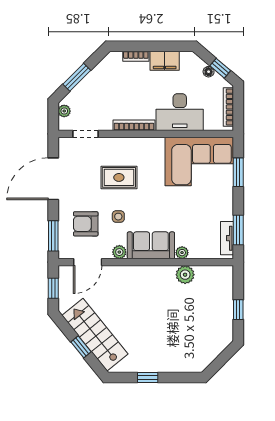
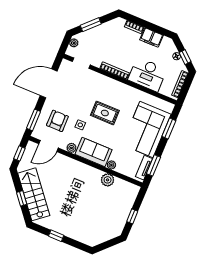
corner sofa: (199, 161) -> (146, 129), moved, turned 90
rug: (119, 177) -> (105, 113), moved
armchair: (86, 224) -> (57, 121), turned 90

